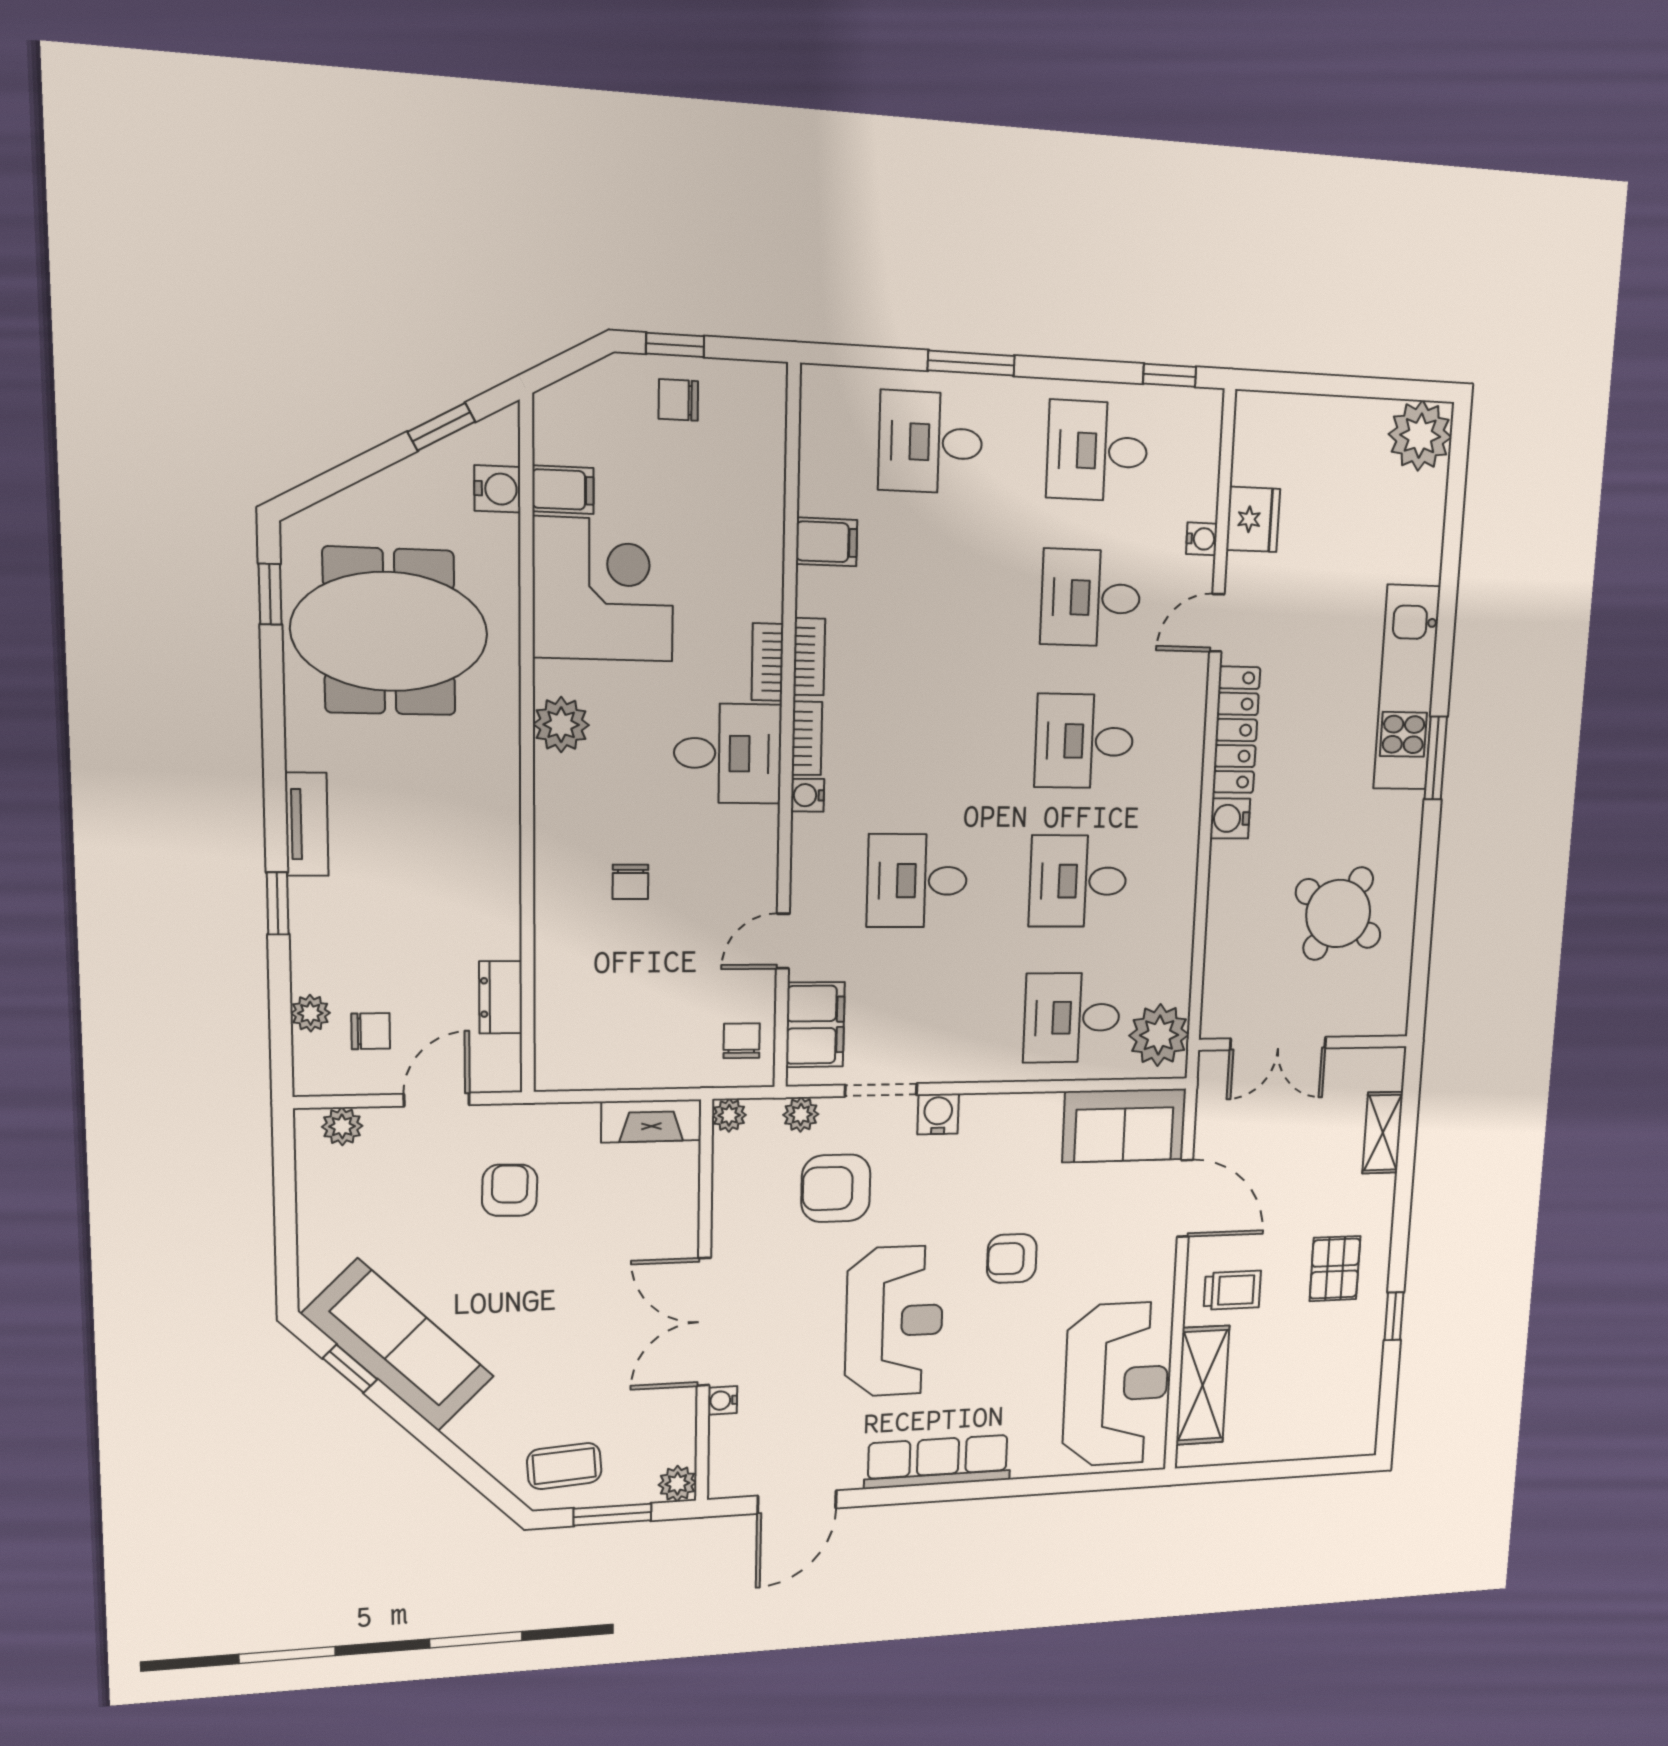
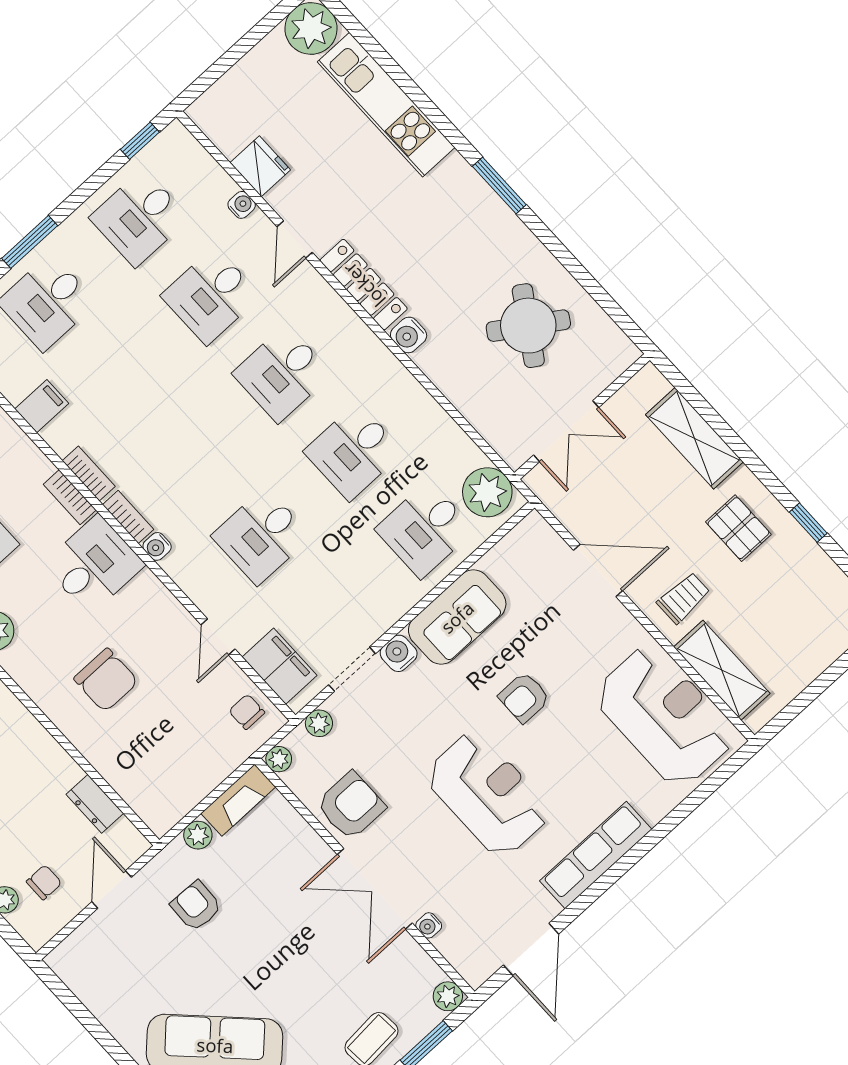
kitchen unit: (1407, 688) -> (386, 105), moved
chair: (630, 882) -> (106, 680), width x1.87, depth x1.87
sofa: (1124, 1125) -> (457, 617), moved
plant: (342, 1126) -> (198, 835), moved
shelving: (1383, 1133) -> (694, 438), width x1.50, depth x1.33
armchair: (836, 1188) -> (351, 806), moved, turned 180

